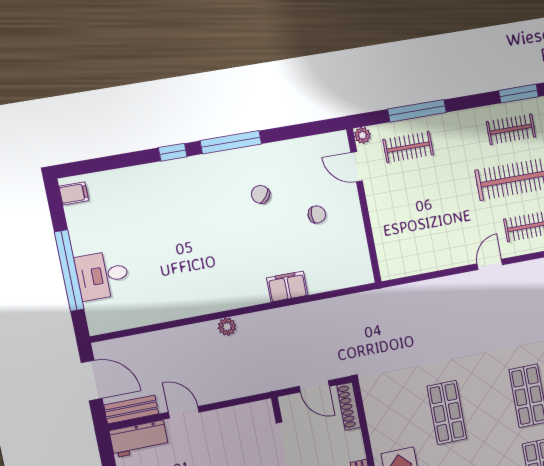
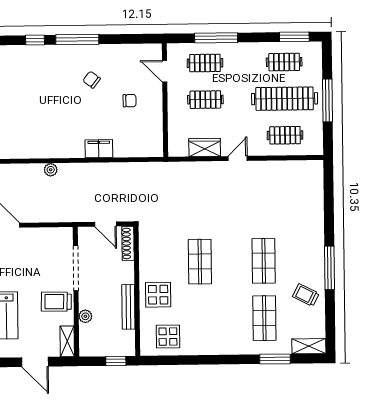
plant: (362, 135) -> (173, 49), removed
clothes rail: (417, 196) -> (205, 100), added
wardrobe: (427, 260) -> (205, 147), added
door: (490, 264) -> (238, 158), moved

